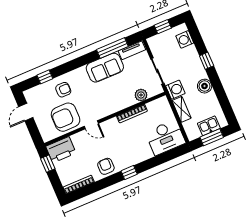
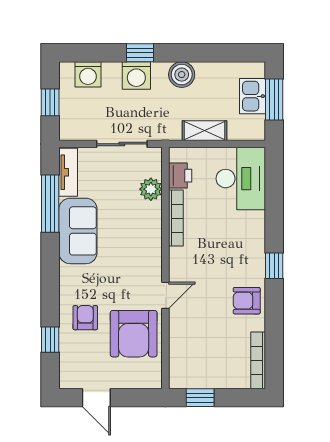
washing machine: (175, 90) -> (136, 75), moved, turned 180
printer: (61, 150) -> (180, 176), moved, width x0.53, depth x0.68

